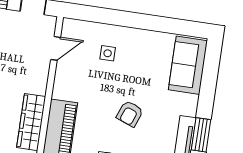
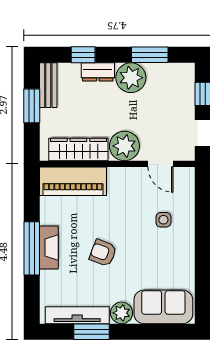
plant: (34, 79) -> (124, 146), added
plant: (188, 105) -> (122, 313), added

